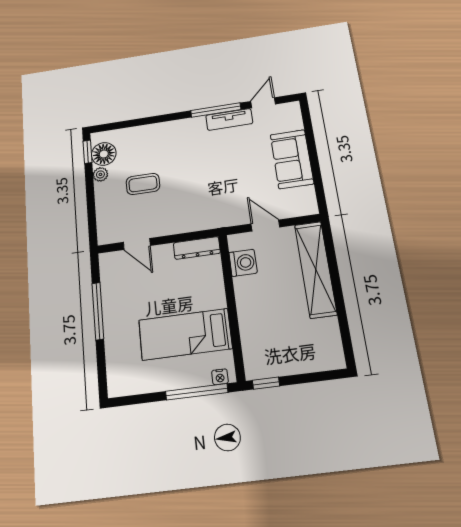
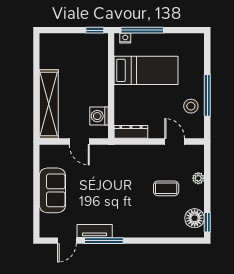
plant: (100, 174) -> (198, 178), moved
stool: (119, 294) -> (191, 106), added

